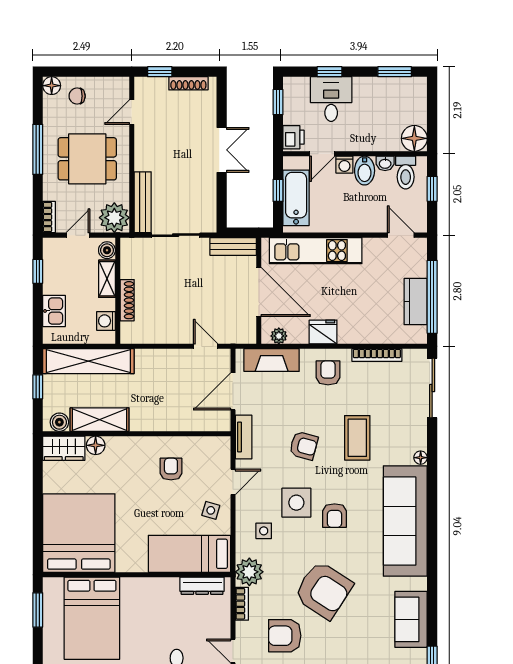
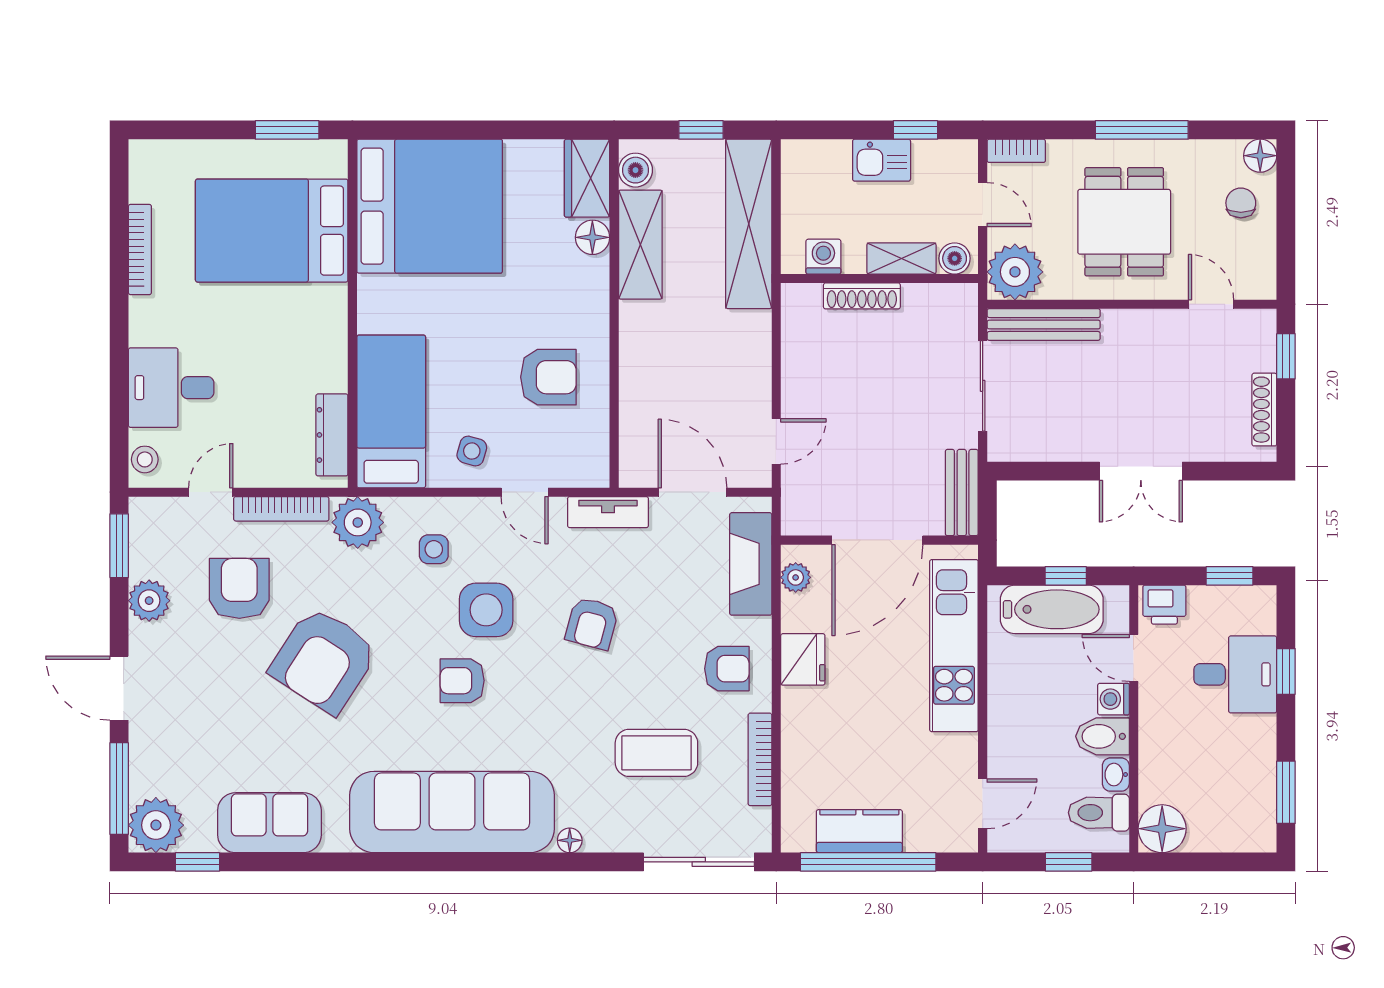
kitchen sink: (54, 311) -> (882, 160), moved
coffee table: (357, 438) -> (656, 753), moved
armchair: (171, 469) -> (548, 377), width x1.38, depth x1.38
bookcase: (242, 604) -> (281, 509), width x1.56

